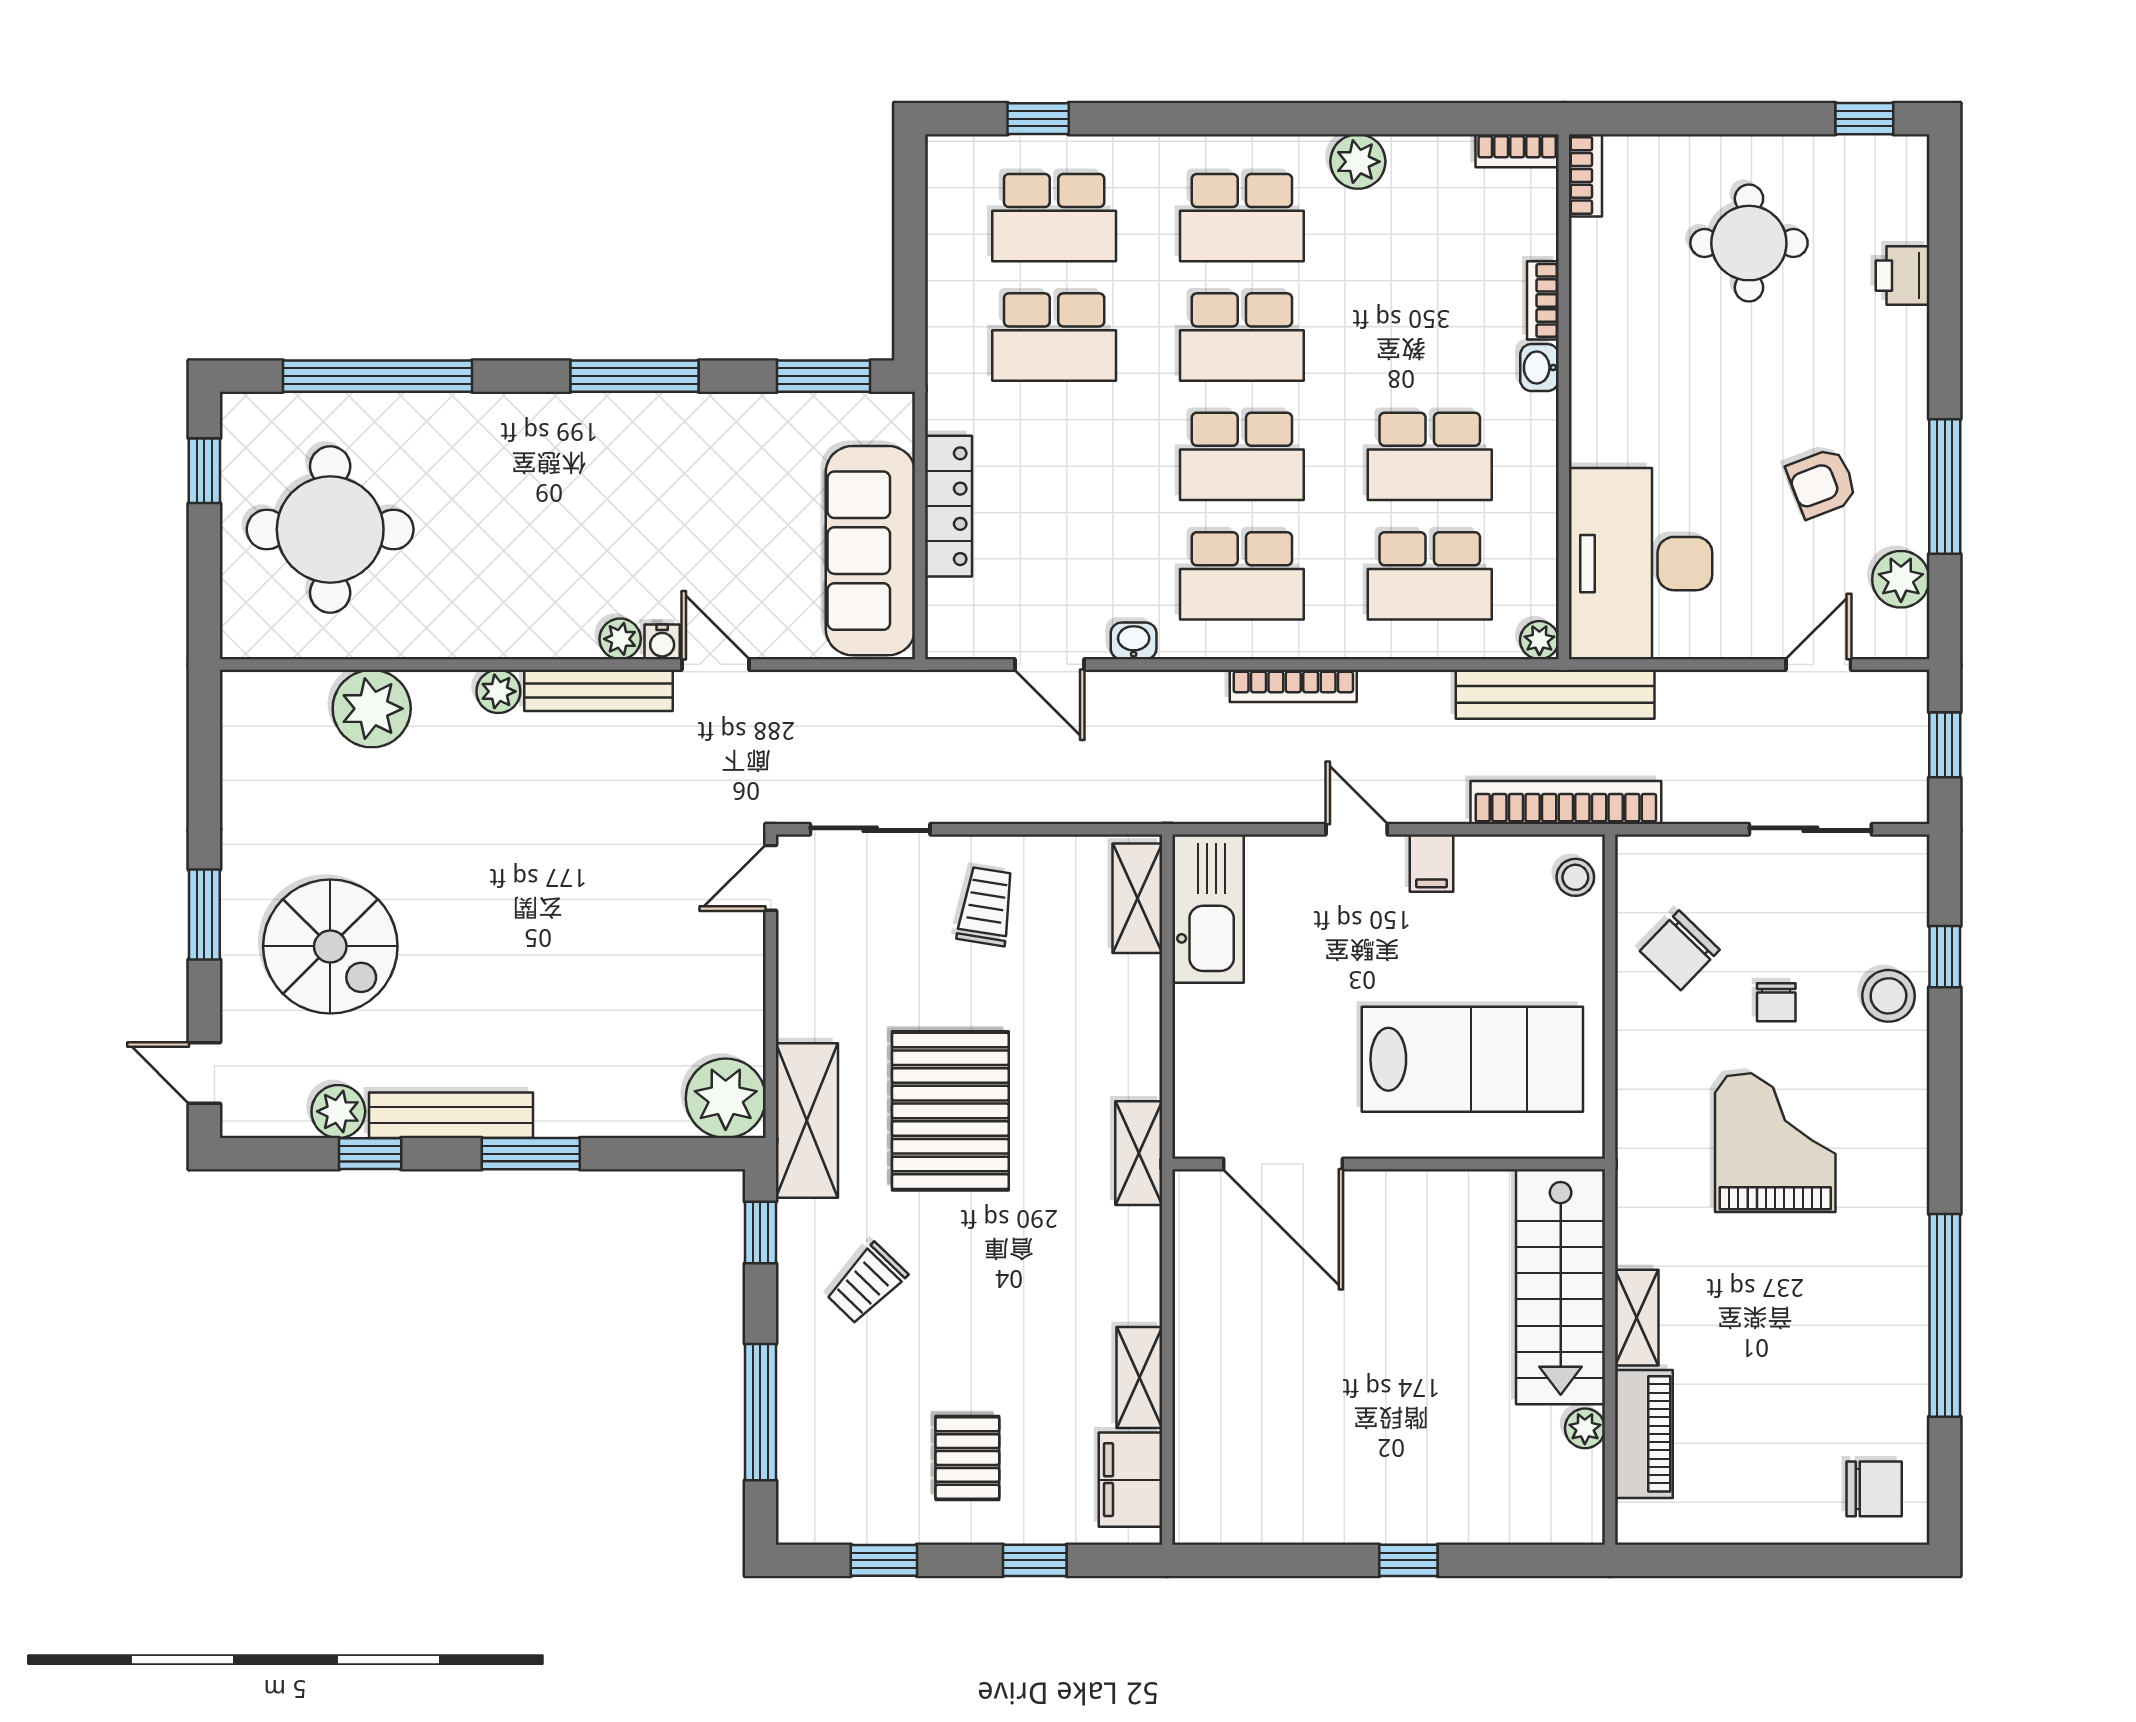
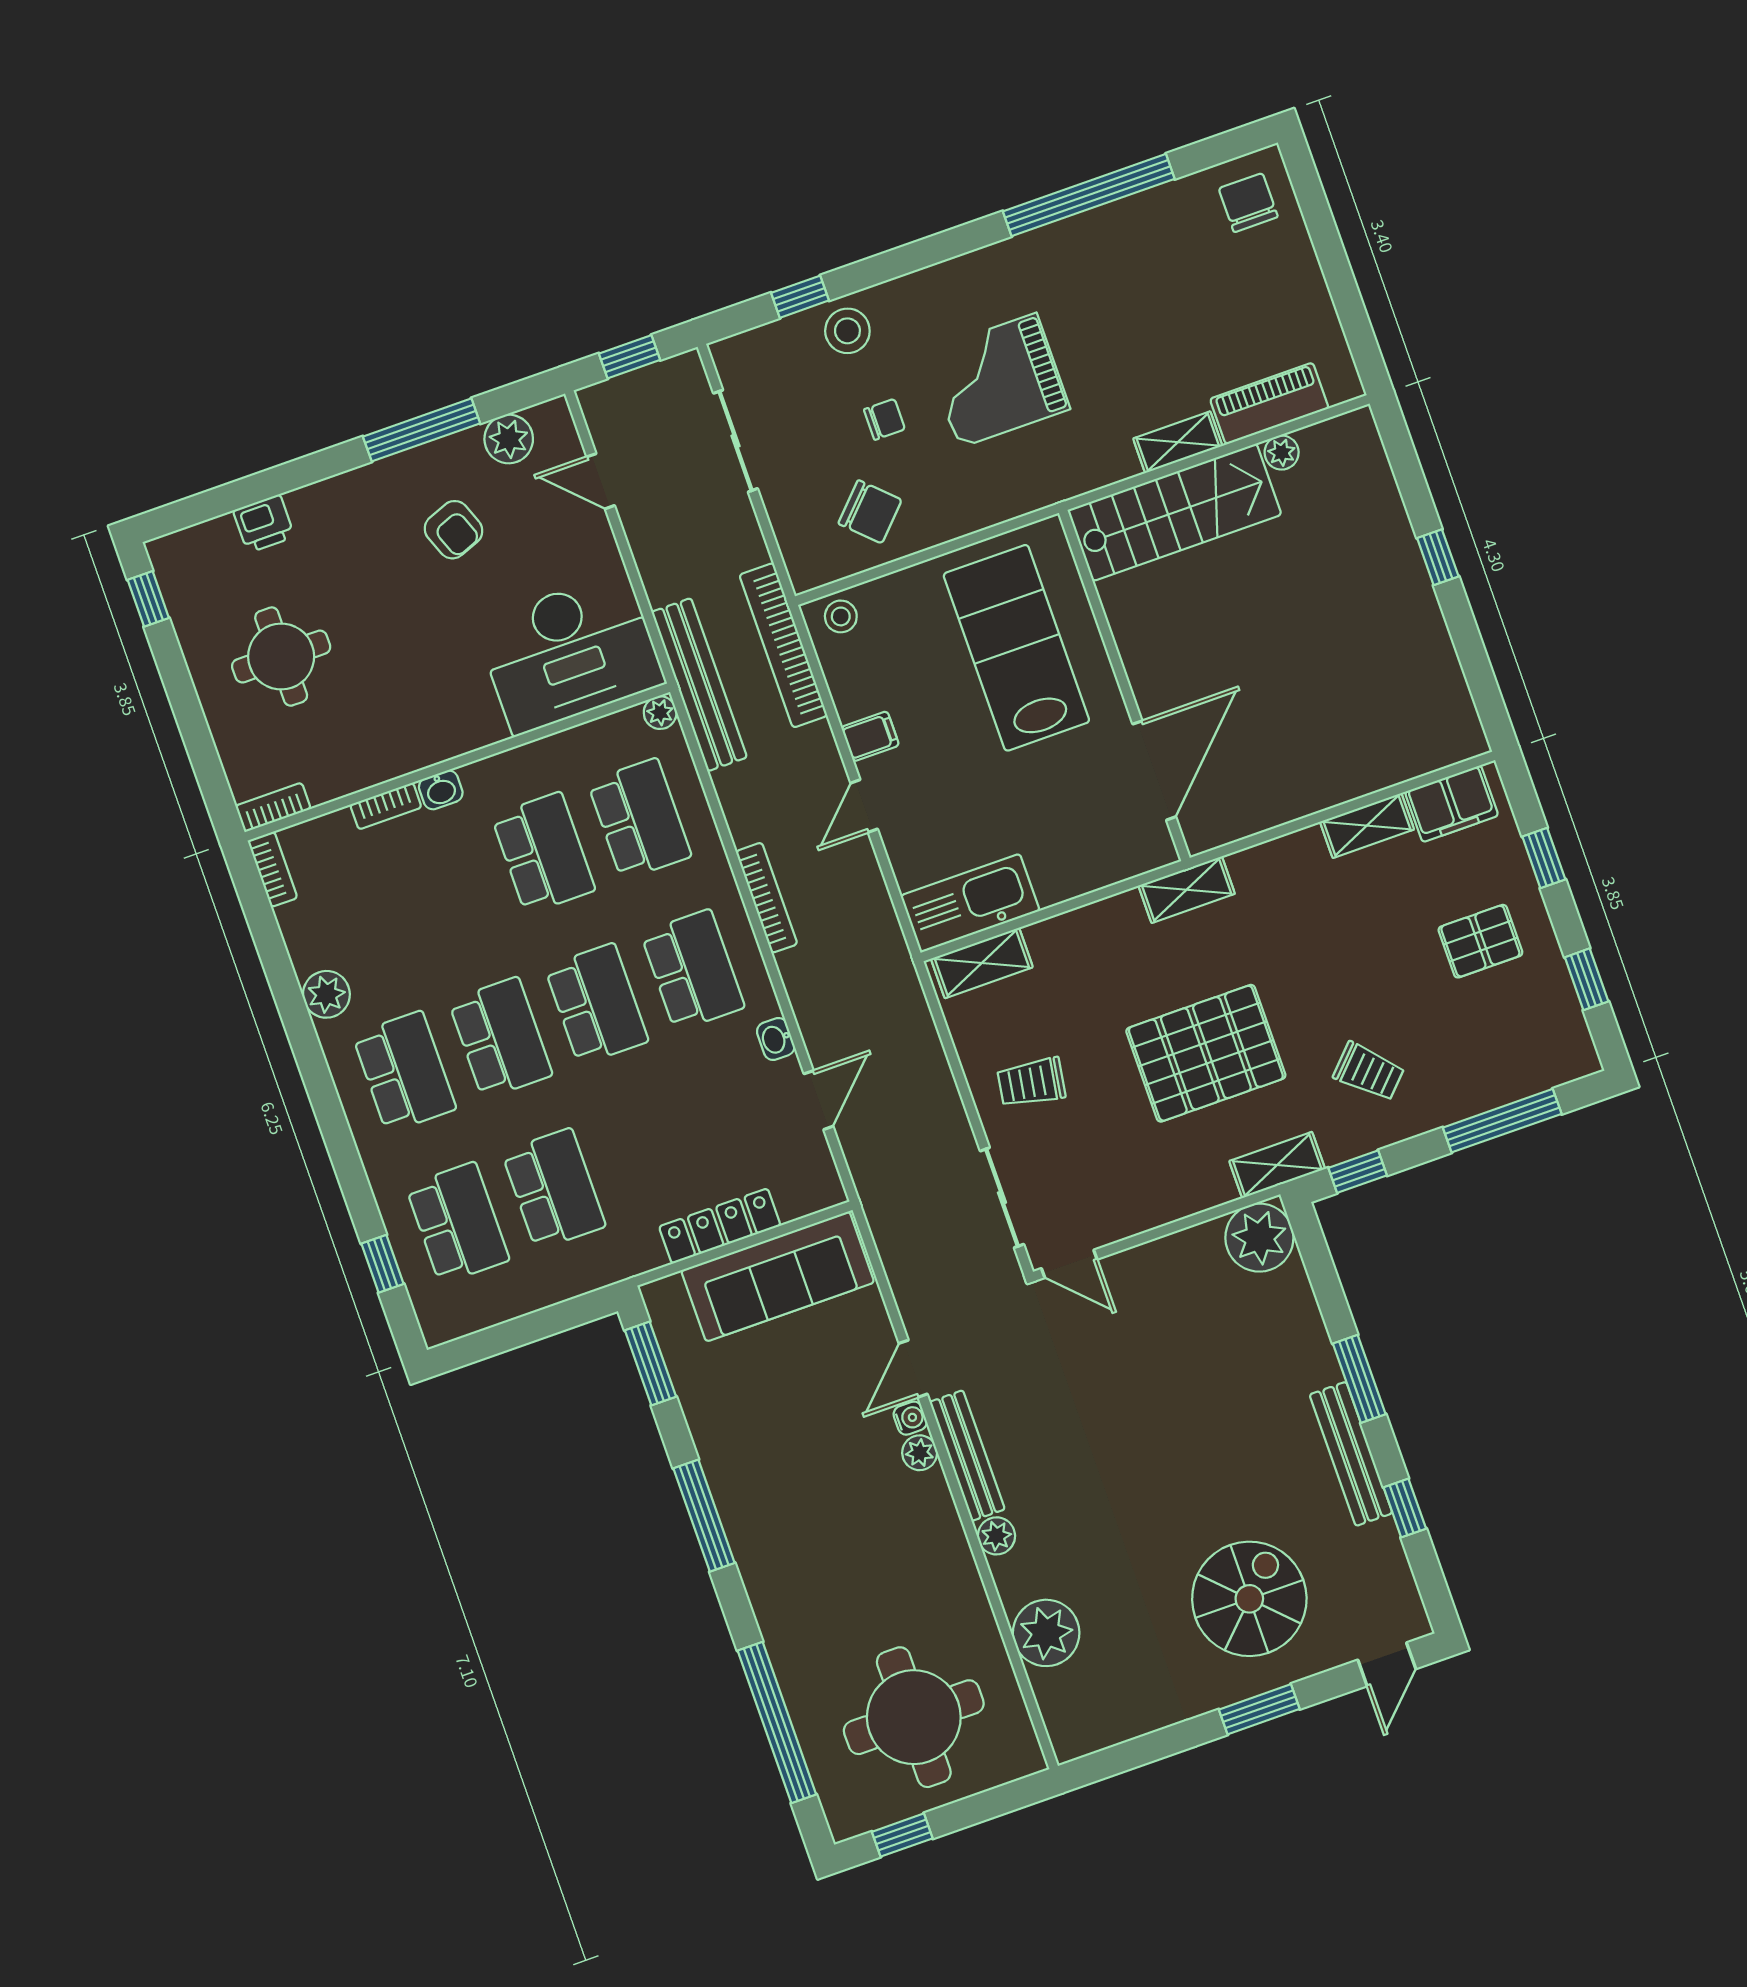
plant: (338, 1111) -> (1380, 1546), removed
shelving: (807, 1120) -> (1277, 1165), width x0.67, depth x0.75

